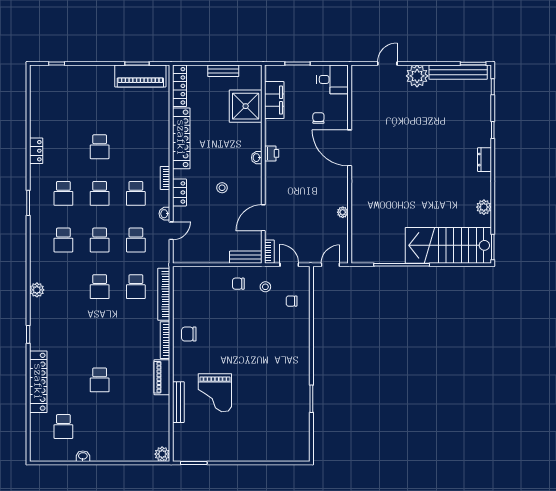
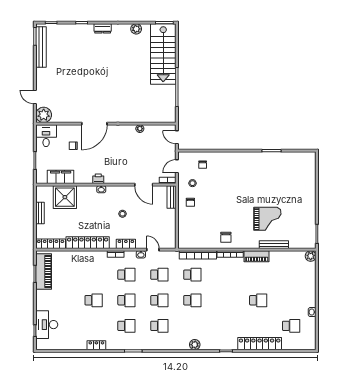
plant: (417, 76) -> (44, 115), moved
desk: (65, 80) -> (47, 325), added

